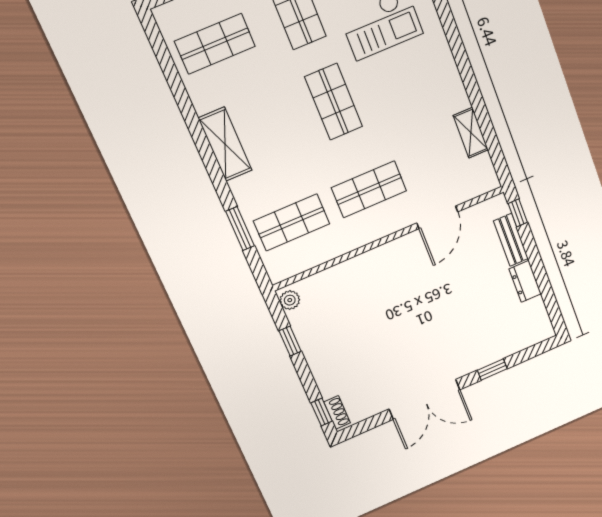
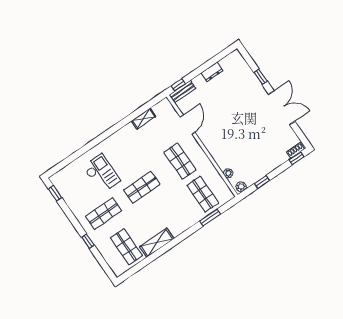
shelving: (225, 144) -> (157, 243), moved
door: (437, 217) -> (188, 125), hinge flipped
bench: (511, 240) -> (182, 92), moved
plant: (322, 280) -> (228, 173), added

